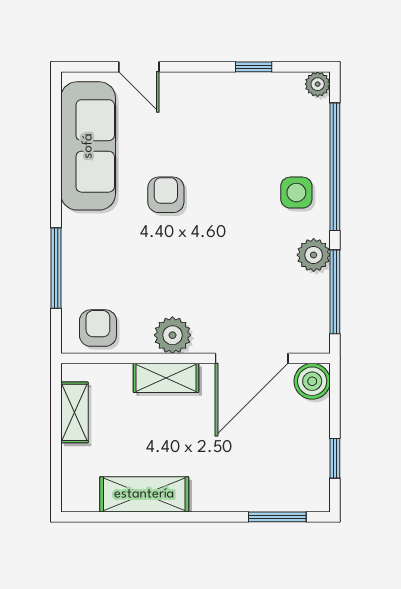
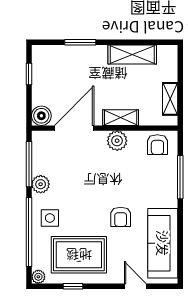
rug: (243, 125) -> (79, 255), added
window: (277, 517) -> (80, 42), moved

